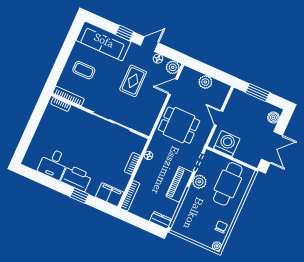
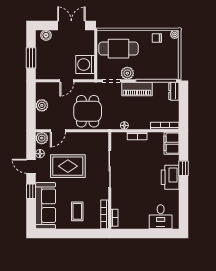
rug: (133, 81) -> (68, 166), width x1.36, depth x1.43
door: (173, 87) -> (58, 131), hinge flipped
desk: (53, 164) -> (161, 217), moved, turned 90

